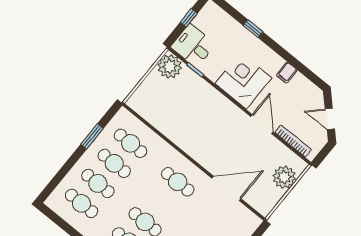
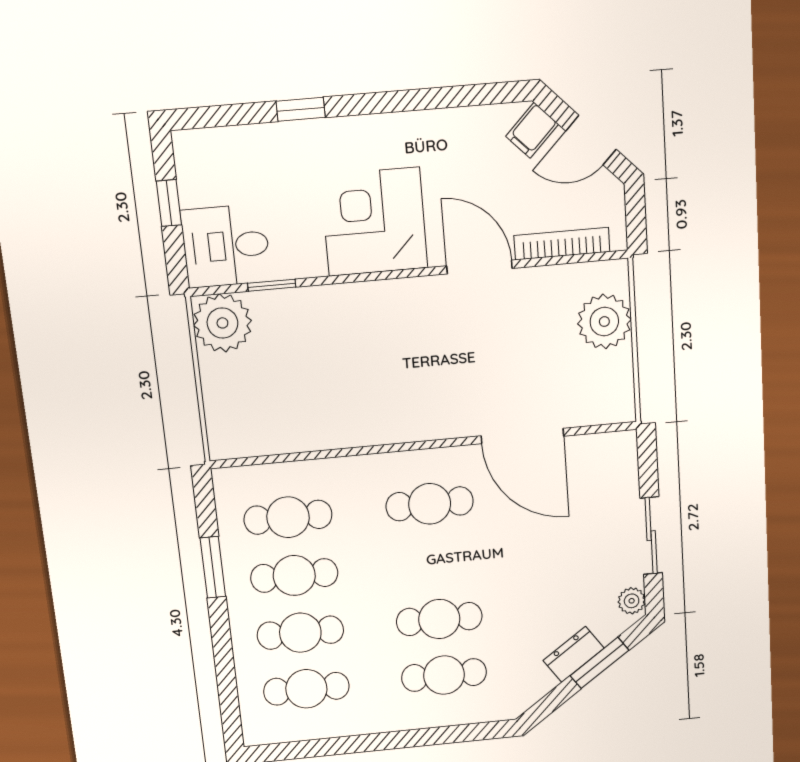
filing cabinet: (287, 73) -> (532, 130), moved, turned 45
door: (226, 188) -> (522, 436), swing flipped

